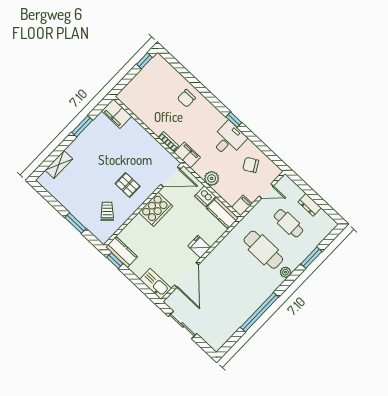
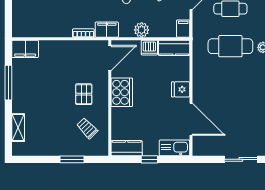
window: (82, 126) -> (8, 83), width x1.44
pallet: (128, 185) -> (84, 94), turned 90
window: (115, 261) -> (149, 159), moved
sliding door: (183, 325) -> (241, 159), moved

